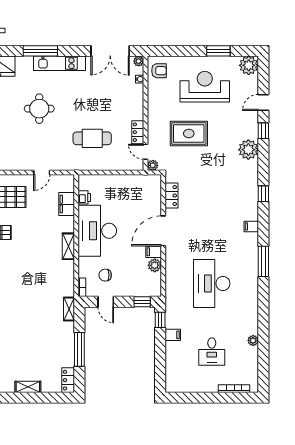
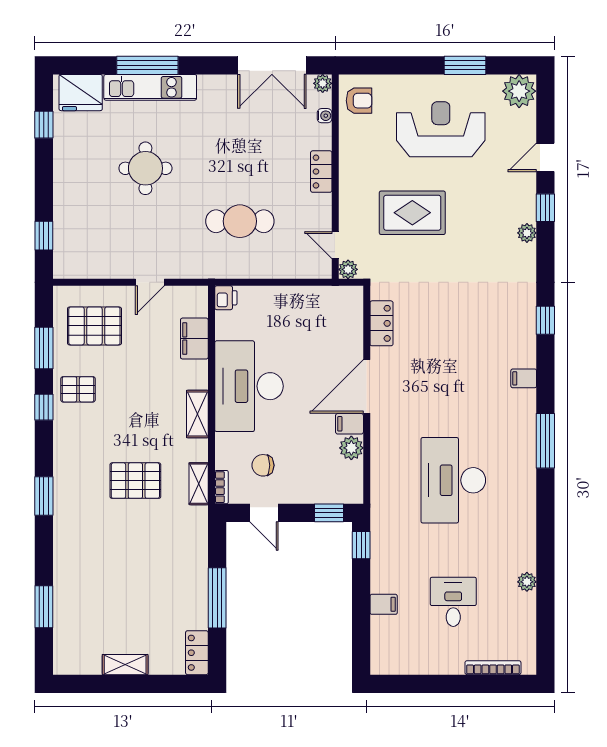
kitchen unit: (59, 63) -> (150, 87), moved
locker: (138, 132) -> (321, 172), moved
plant: (248, 150) -> (527, 233), width x0.53, depth x0.53
printer: (84, 197) -> (226, 298), moved
pallet: (34, 284) -> (135, 481), added
shelving: (69, 309) -> (199, 484), moved
filing cabinet: (173, 335) -> (384, 604), moved
desk: (212, 352) -> (453, 602), turned 180

